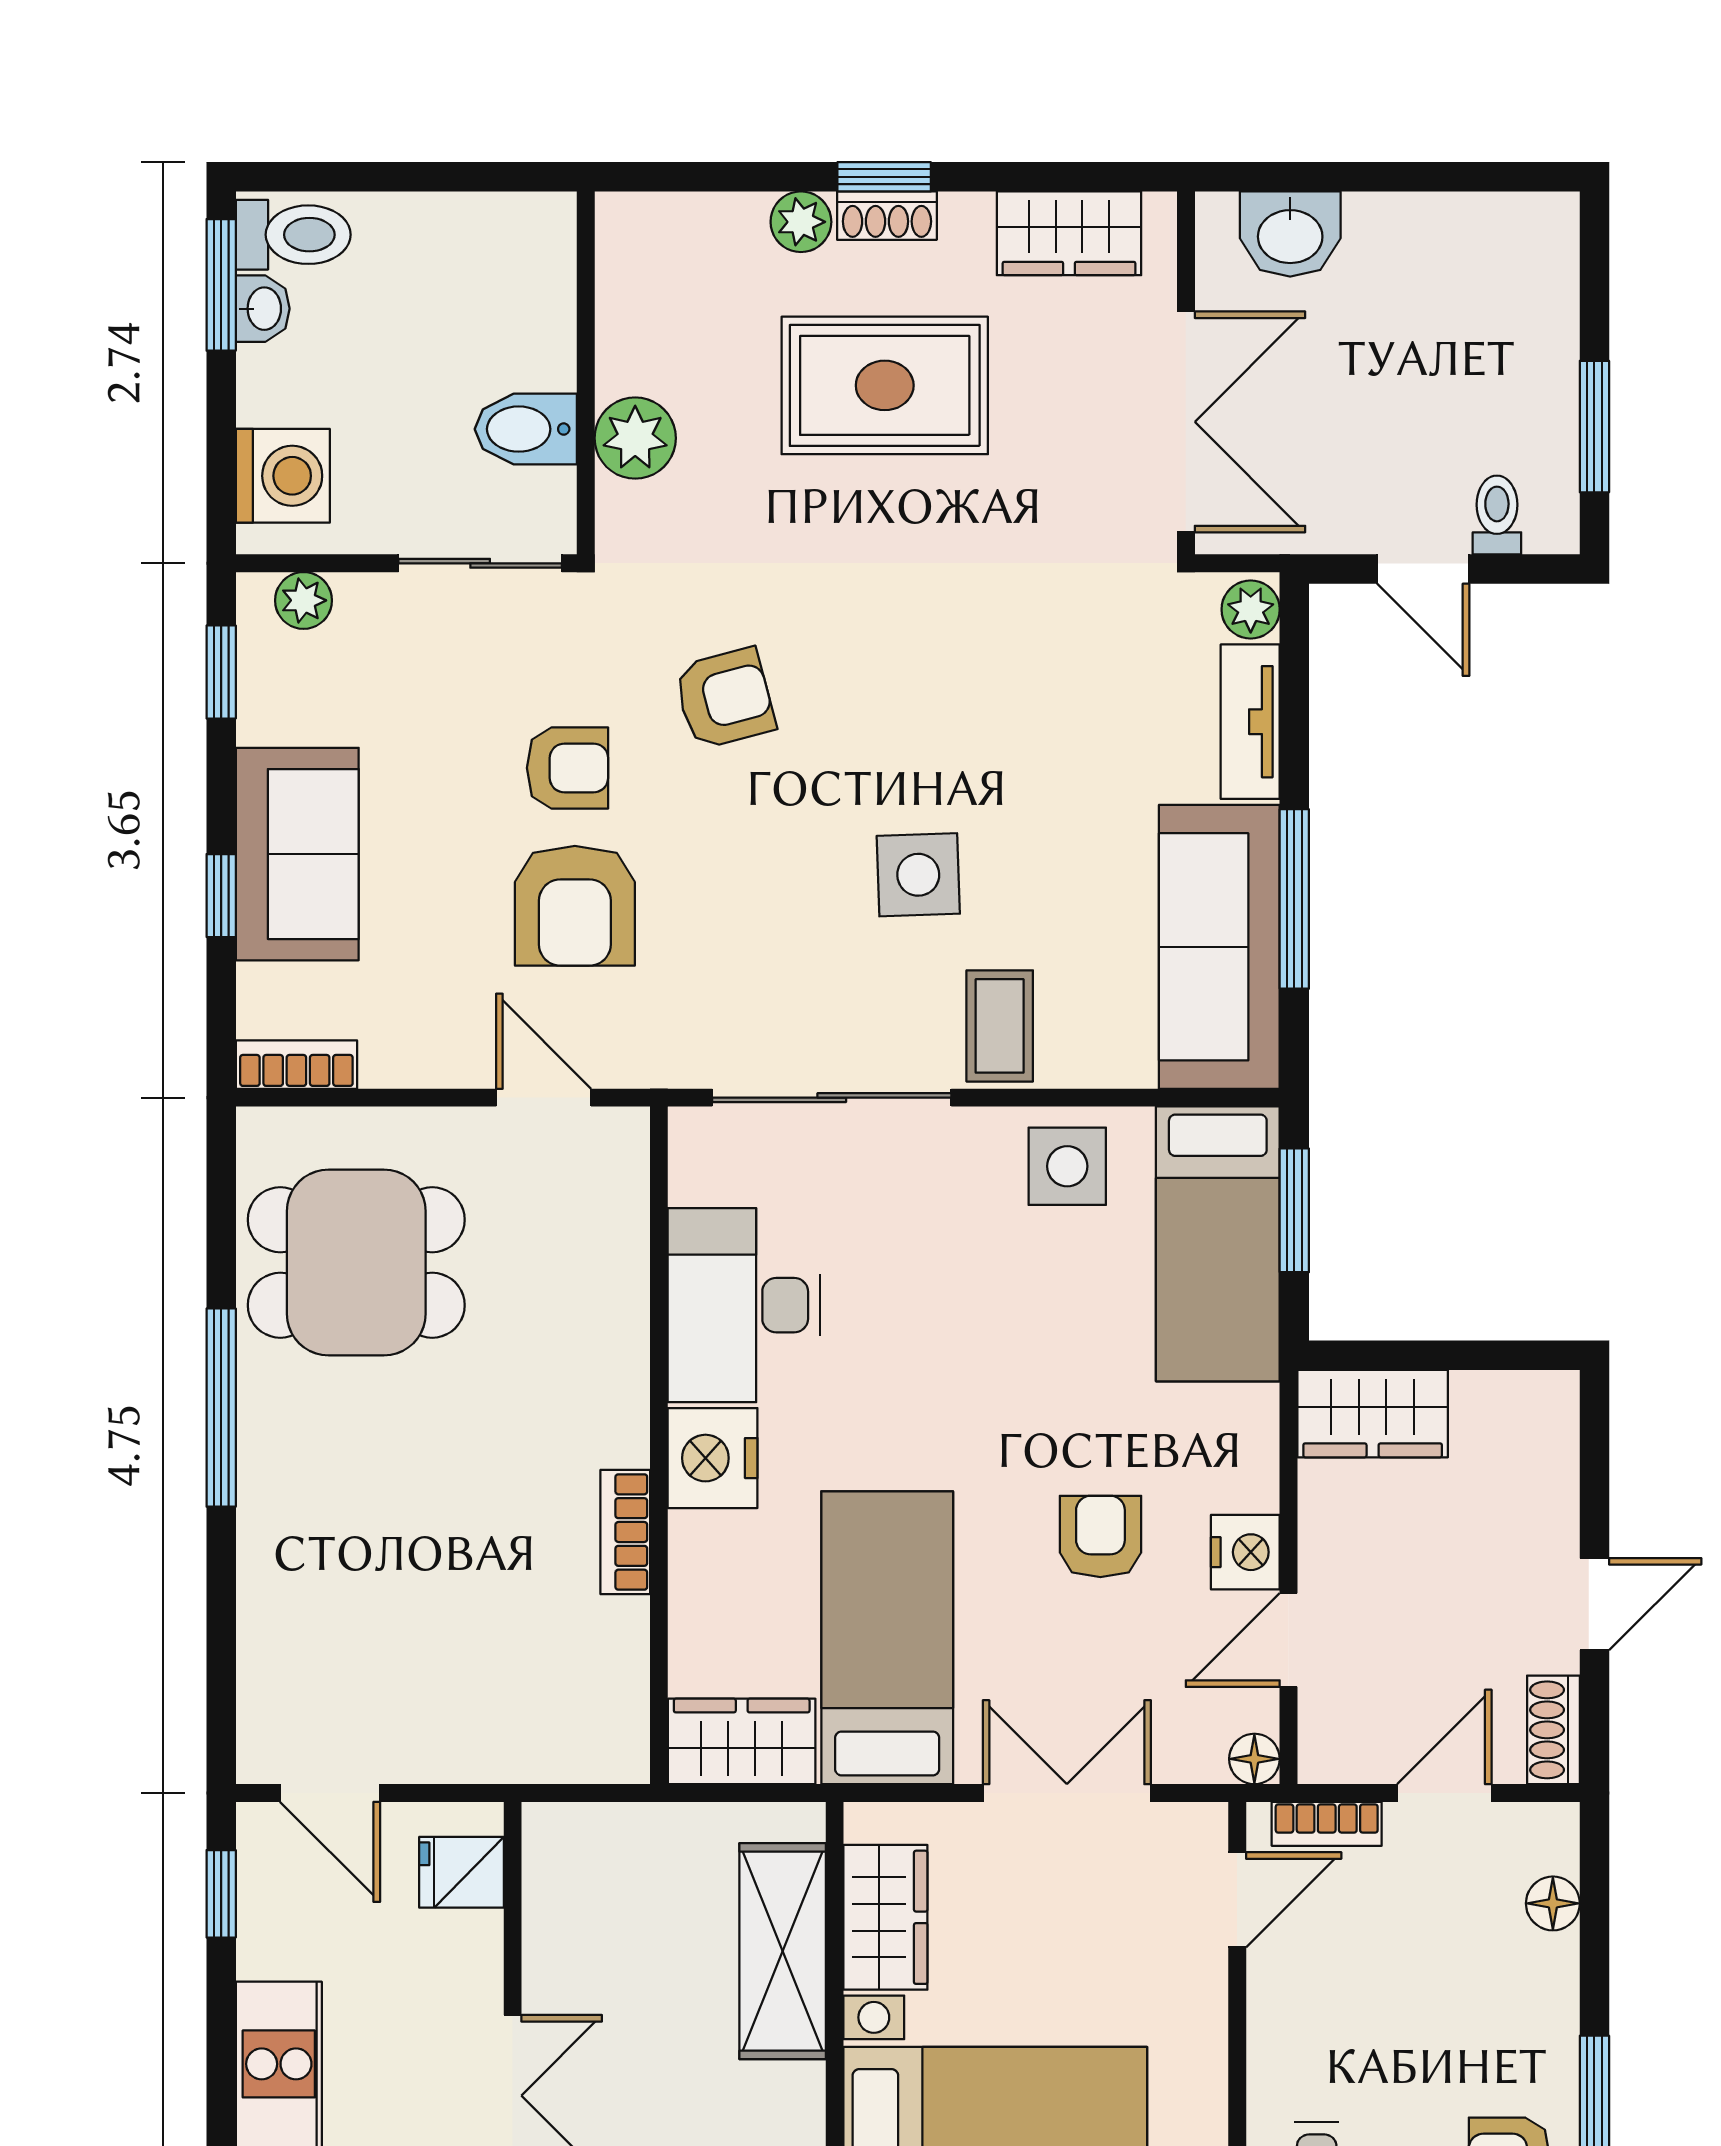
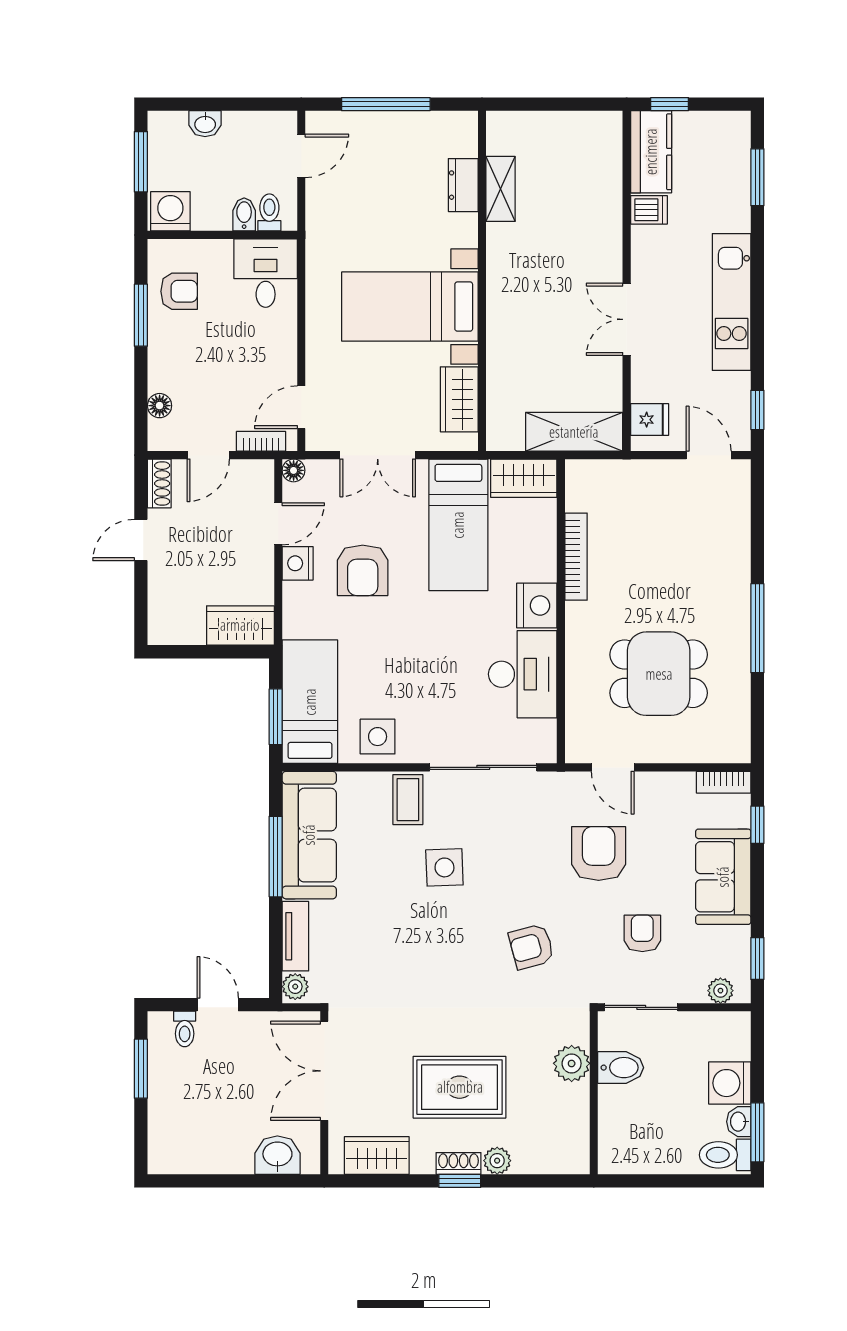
washing machine: (283, 476) -> (730, 1083), moved
armchair: (568, 768) -> (642, 933), moved, turned 90
window: (221, 896) -> (757, 825), moved
dining table: (356, 1262) -> (659, 674), moved
bookcase: (625, 1532) -> (576, 557), width x1.56
armchair: (1100, 1536) -> (363, 570), width x1.38, depth x1.38
shelving: (783, 1951) -> (574, 432), moved, turned 90

